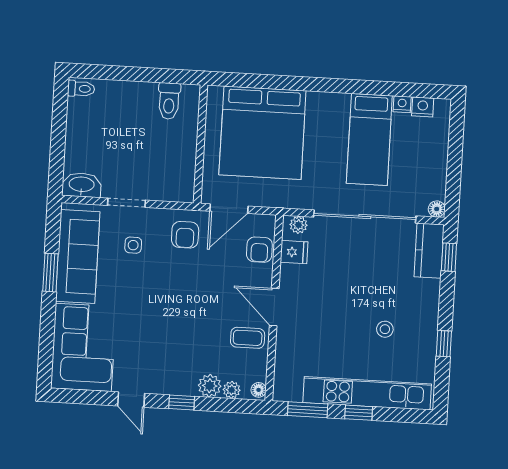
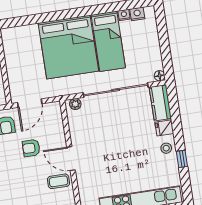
bed: (262, 133) -> (68, 47), moved
armchair: (259, 250) -> (31, 148), moved, turned 90
fridge: (294, 252) -> (164, 128), moved, turned 180
window: (449, 257) -> (174, 104), removed
stool: (385, 329) -> (166, 148), moved

